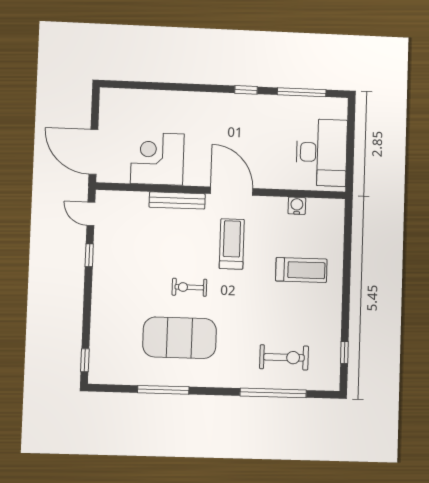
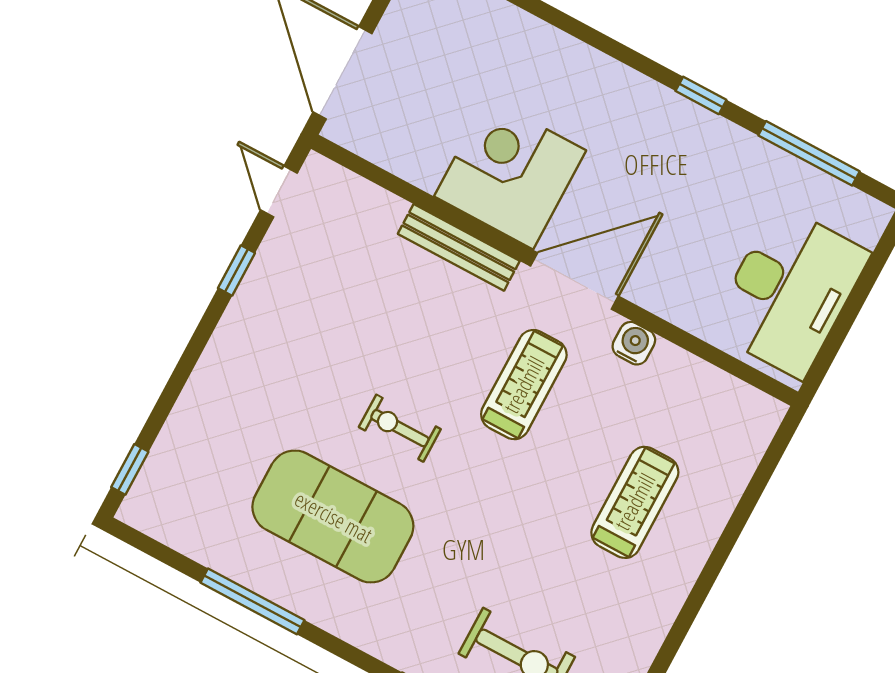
corner desk: (157, 159) -> (510, 173), moved
door: (232, 191) -> (574, 281), hinge flipped
water cooler: (297, 206) -> (634, 343), moved
treadmill: (301, 270) -> (635, 502), turned -90

